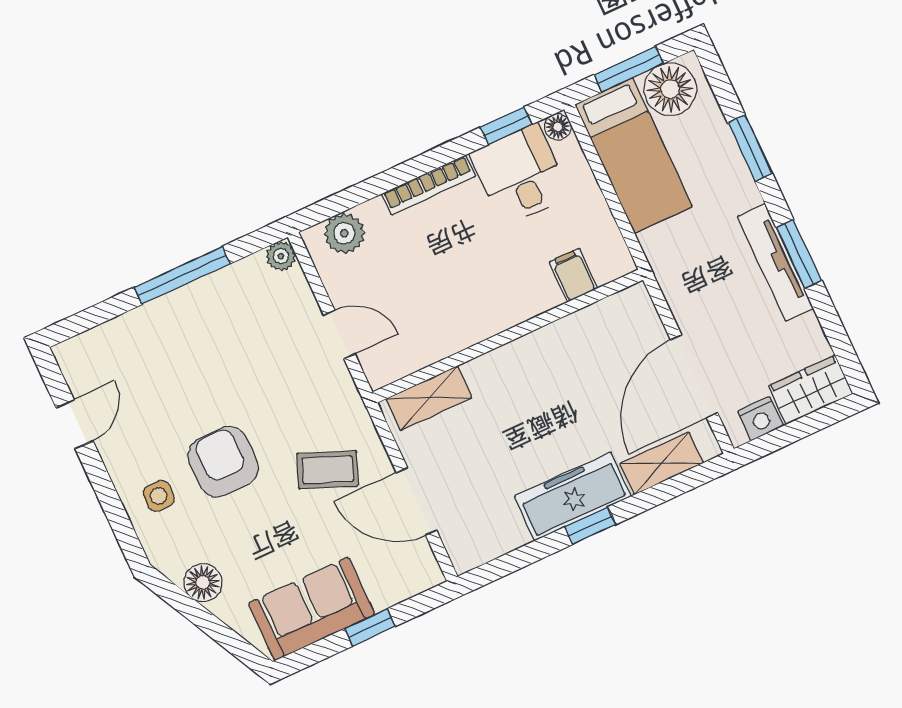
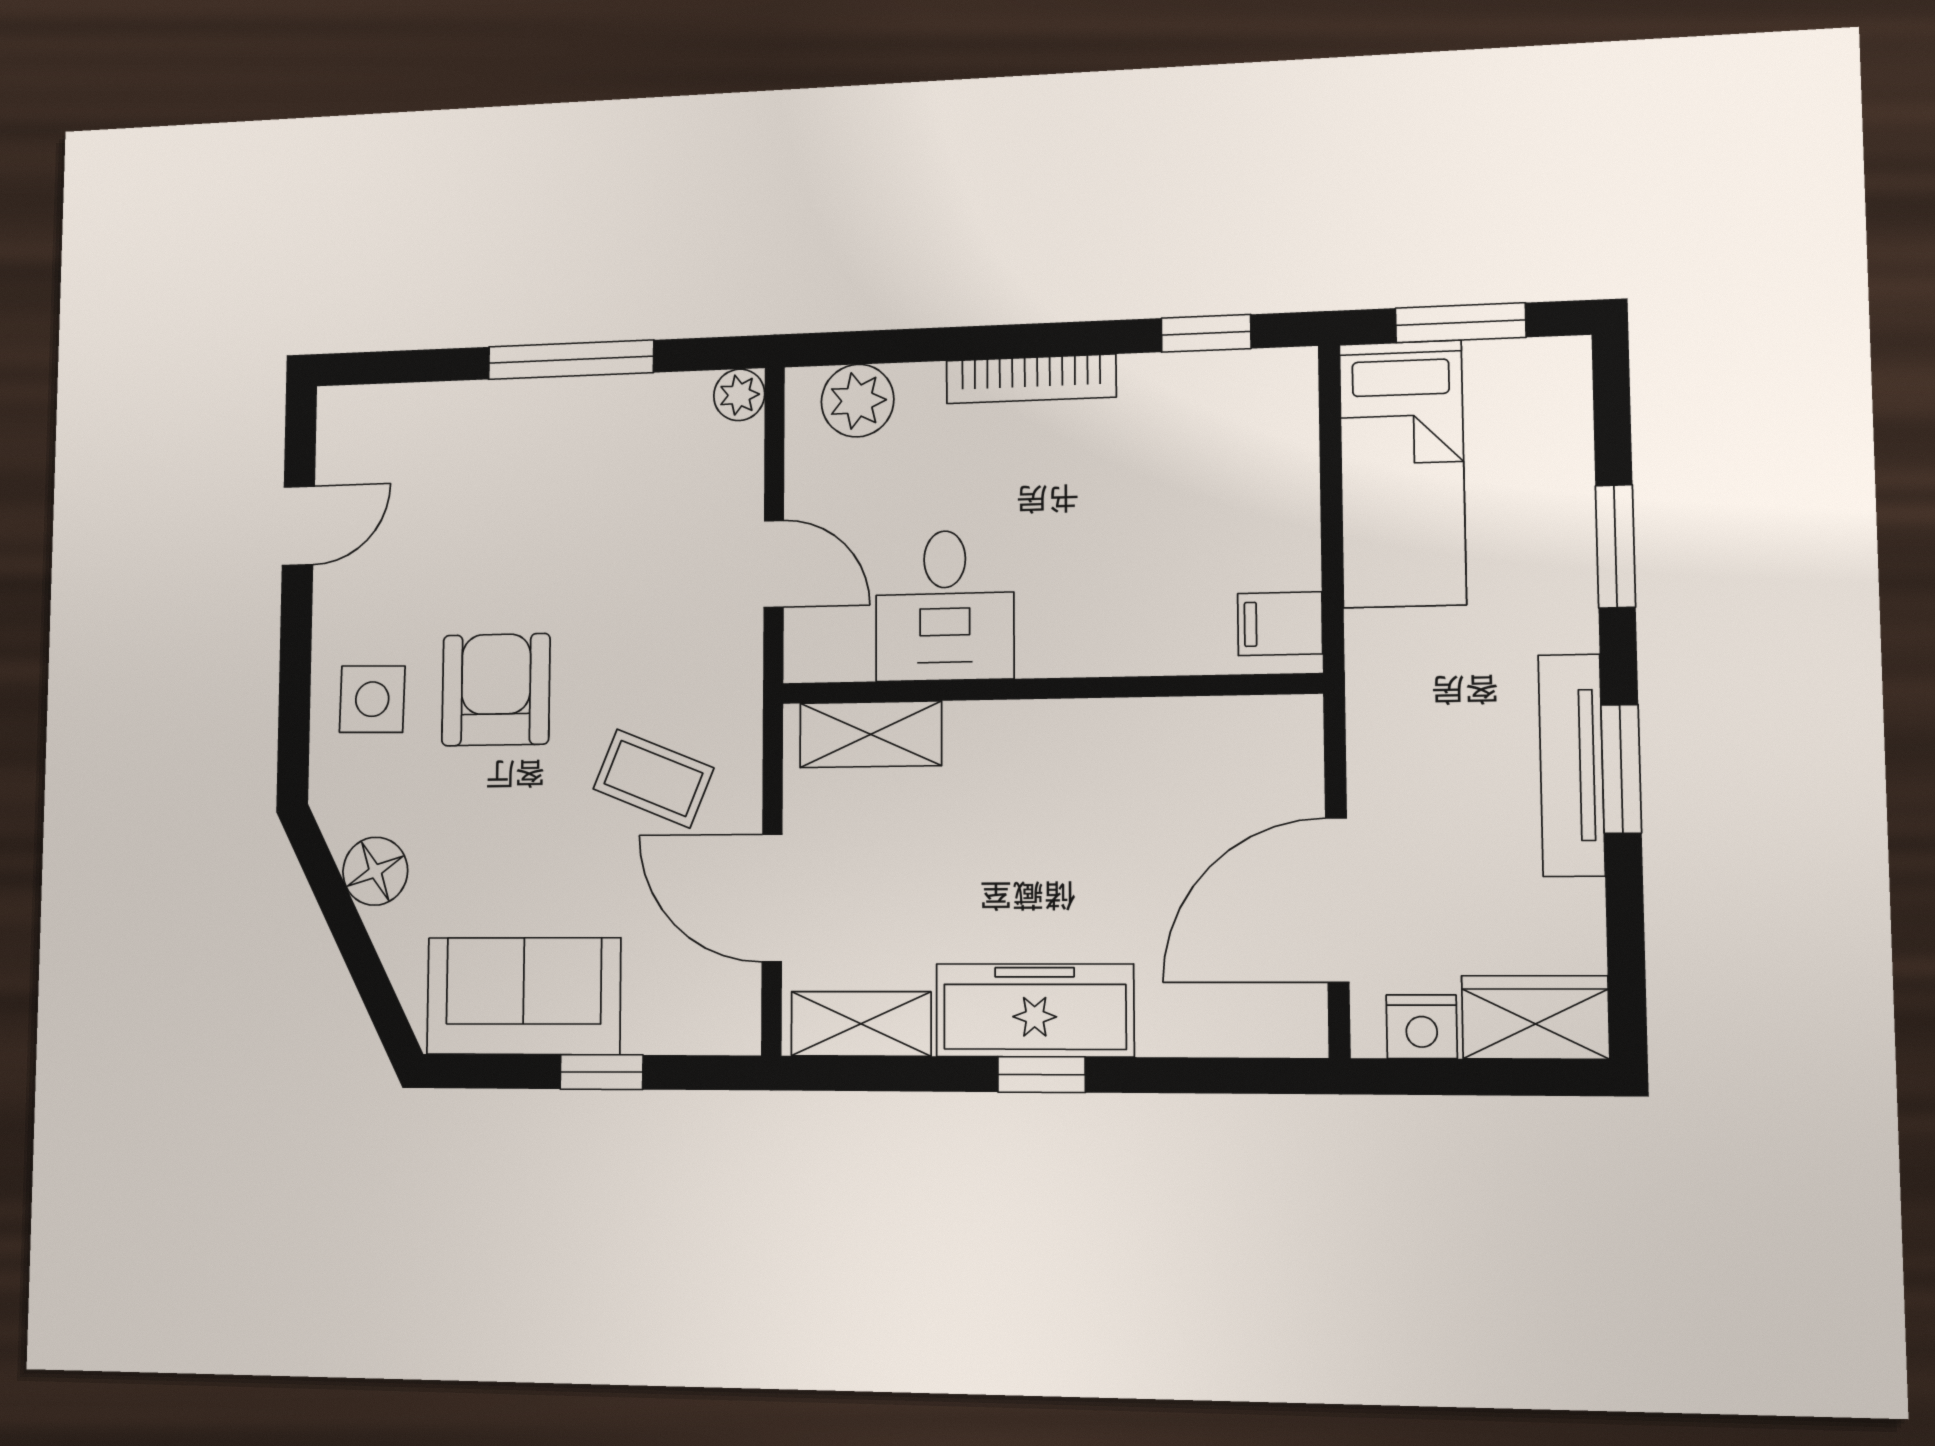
floor lamp: (670, 89) -> (1518, 386), removed
floor lamp: (558, 127) -> (1293, 371), removed
desk: (520, 175) -> (945, 605), moved, turned 180
filing cabinet: (573, 275) -> (1280, 624), moved, turned -90
shelving: (662, 463) -> (861, 1024), moved
side table: (159, 496) -> (372, 699), width x1.37, depth x1.37

